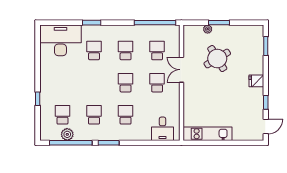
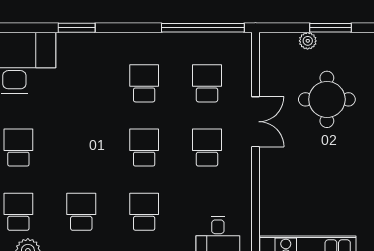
school desk: (94, 50) -> (18, 148), moved
round table: (217, 59) -> (327, 99), turned 31
double door: (181, 70) -> (256, 122), swing flipped

